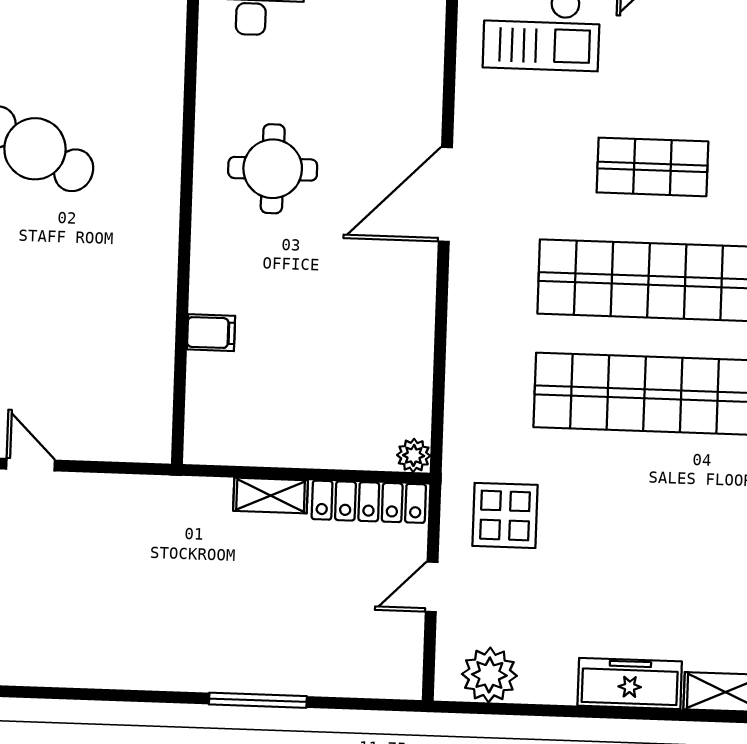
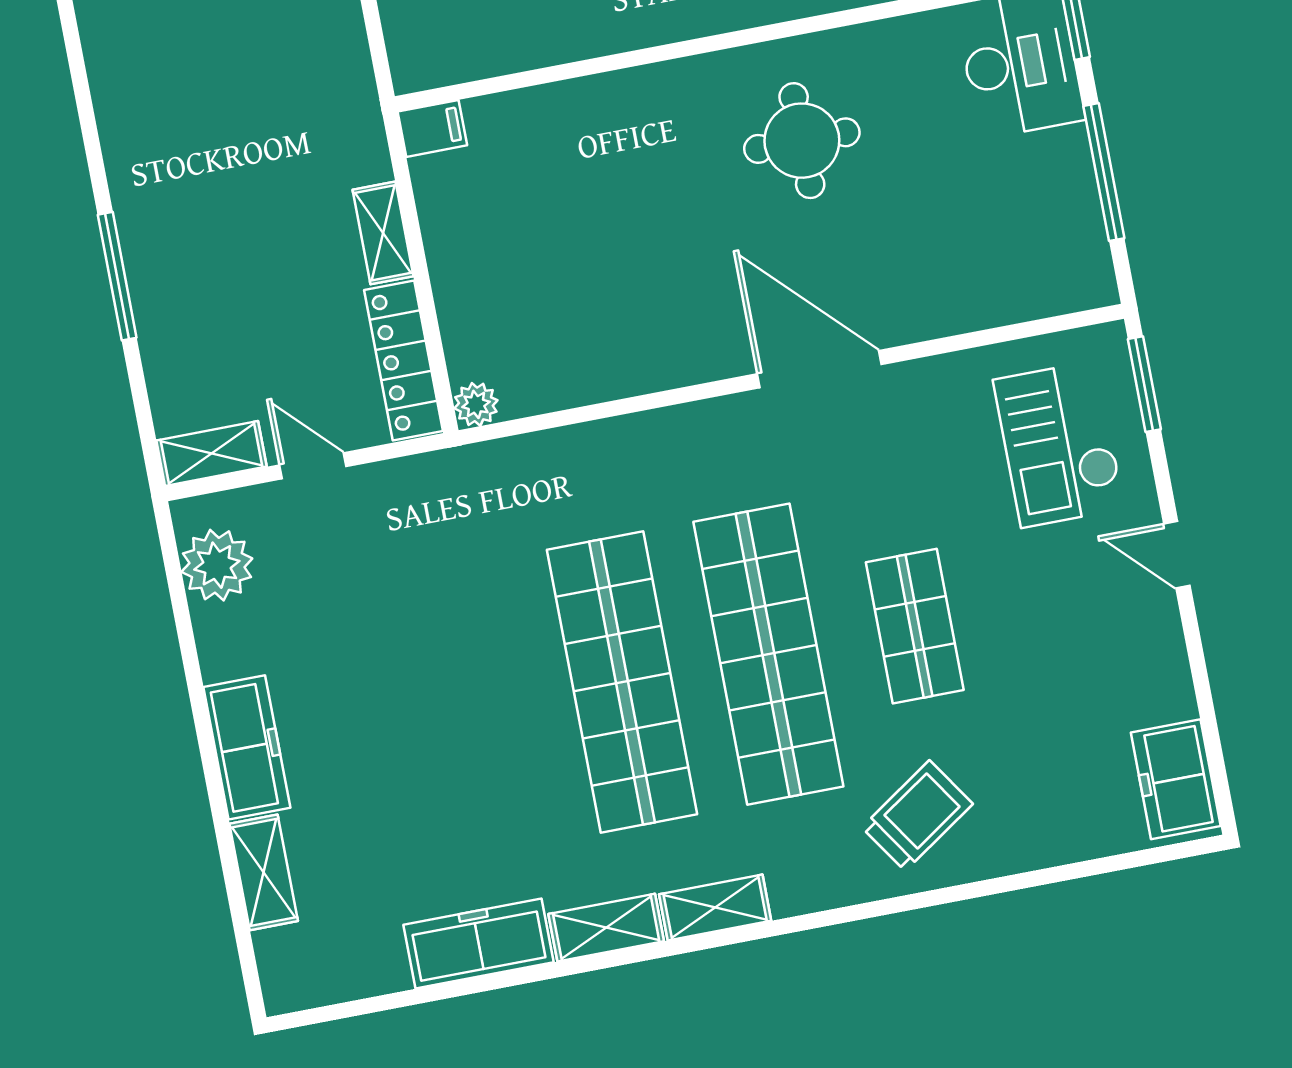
filing cabinet: (211, 333) -> (432, 128), moved, turned -90
display table: (505, 515) -> (426, 539), removed
shelving: (406, 660) -> (212, 454), added

